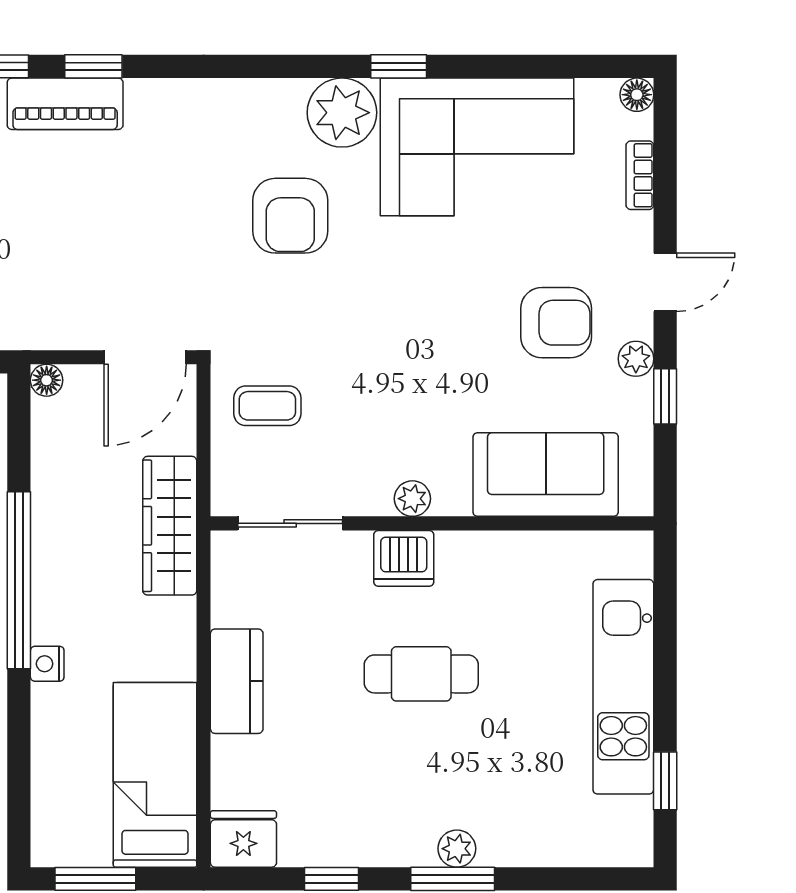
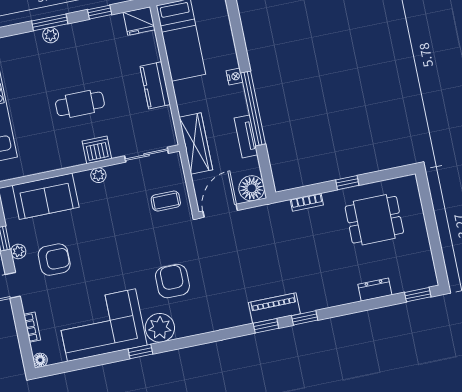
armchair: (556, 323) -> (54, 260), turned 180
floor lamp: (47, 380) -> (252, 188), width x1.89, depth x1.89
tv unit: (49, 518) -> (246, 136), added

